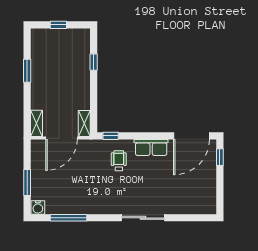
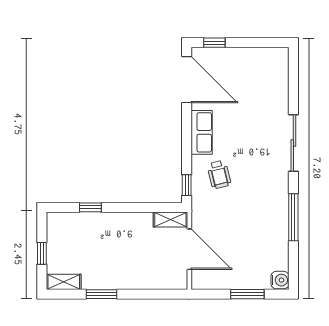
shelving: (37, 123) -> (64, 282), moved
wheelchair: (119, 161) -> (219, 175), turned -104
window: (68, 218) -> (293, 217), moved

